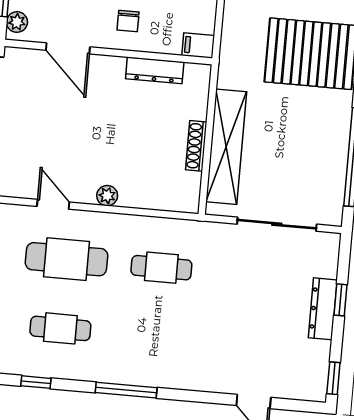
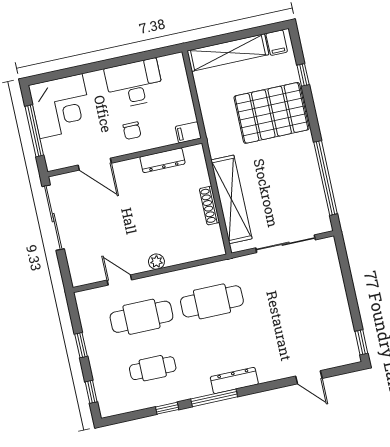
plant: (17, 22) -> (52, 157), removed
cafe table: (161, 268) -> (212, 301), width x1.37, depth x1.35
window: (340, 300) -> (349, 284), removed
dresser: (323, 309) -> (234, 380), moved, turned 90
window: (36, 382) -> (167, 408), moved

